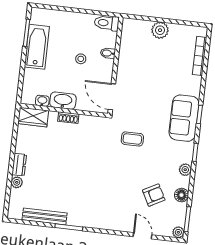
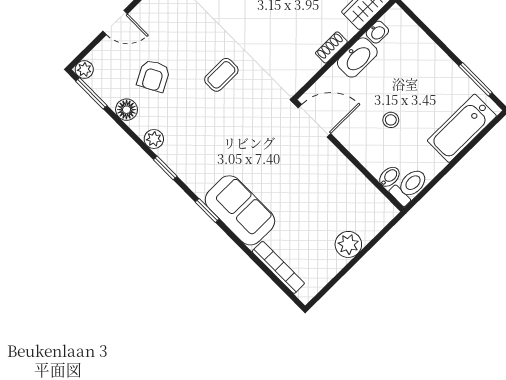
bathtub: (37, 47) -> (462, 128), moved, turned 90
bidet: (108, 53) -> (389, 177), moved
sofa: (184, 118) -> (240, 210), moved
coffee table: (132, 139) -> (221, 75), moved

